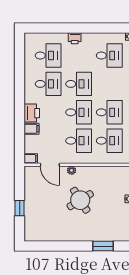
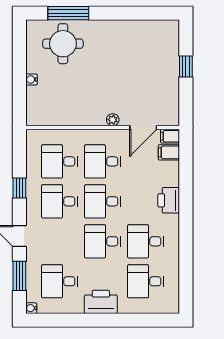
printer: (75, 38) -> (101, 302), width x1.87, depth x1.48
filing cabinet: (32, 129) -> (169, 152), moved
door: (50, 165) -> (143, 127), swing flipped
round table: (80, 200) -> (63, 44), moved, turned 32
window: (103, 246) -> (68, 13), width x1.44

